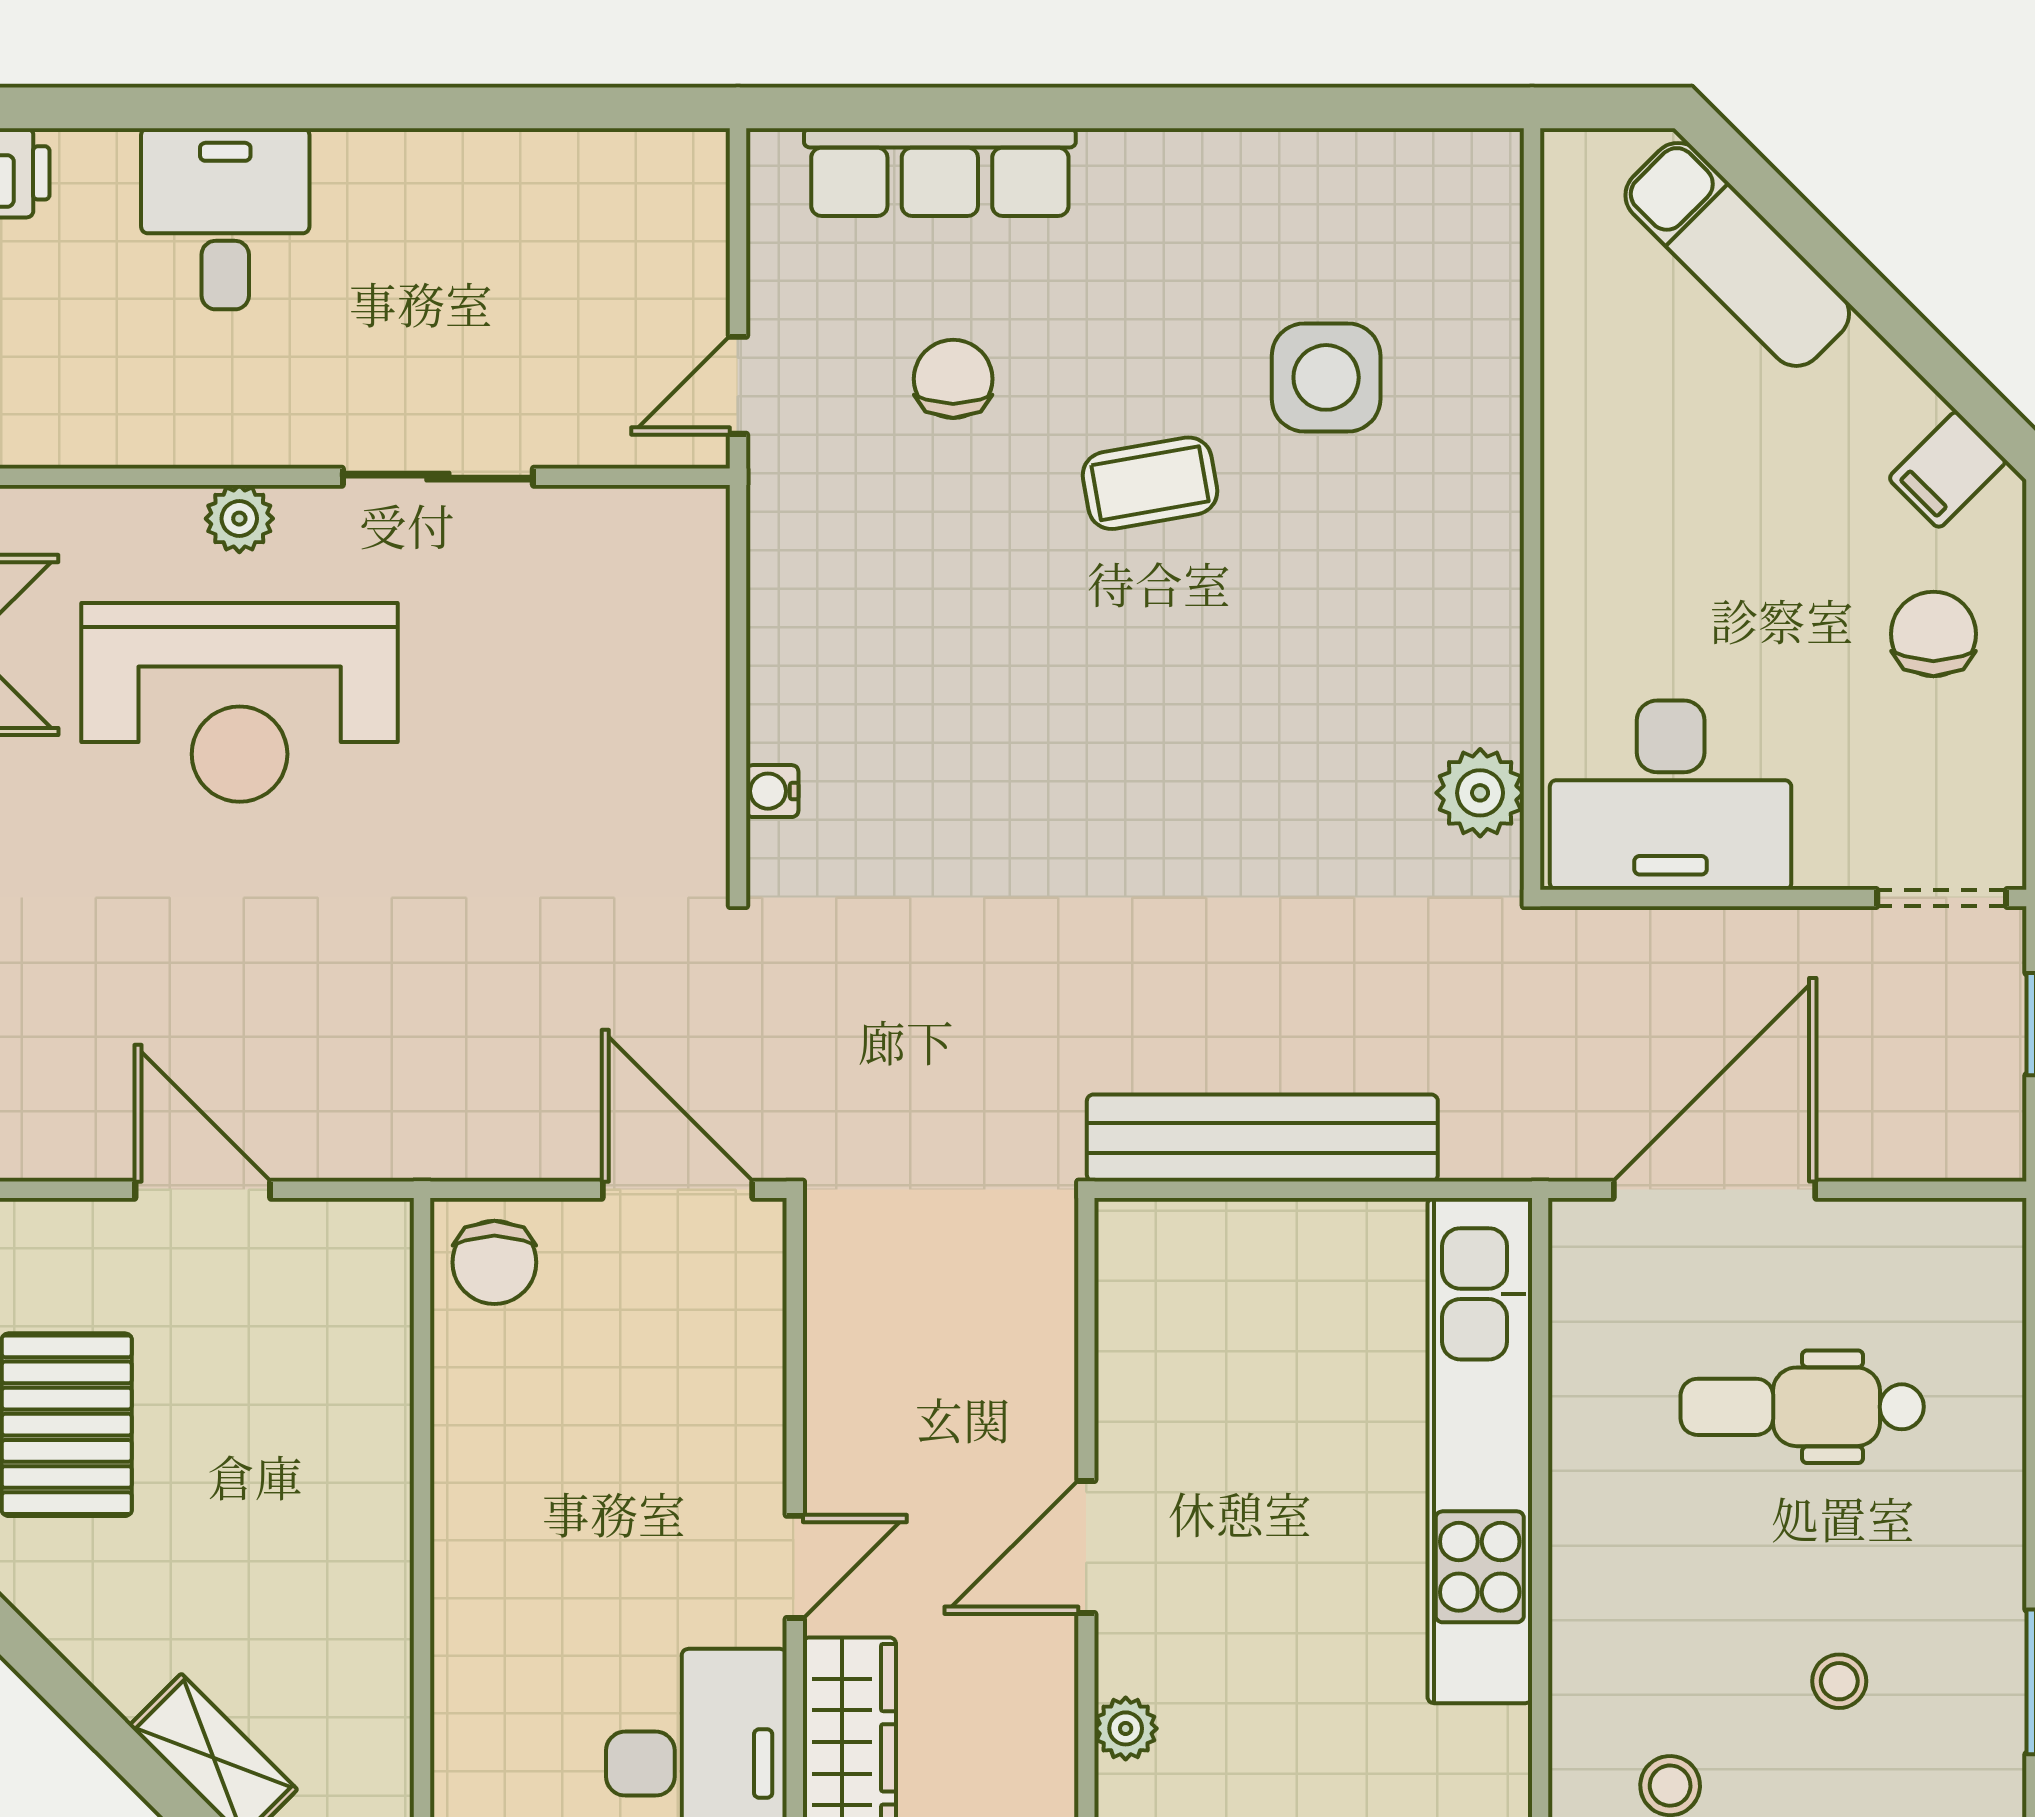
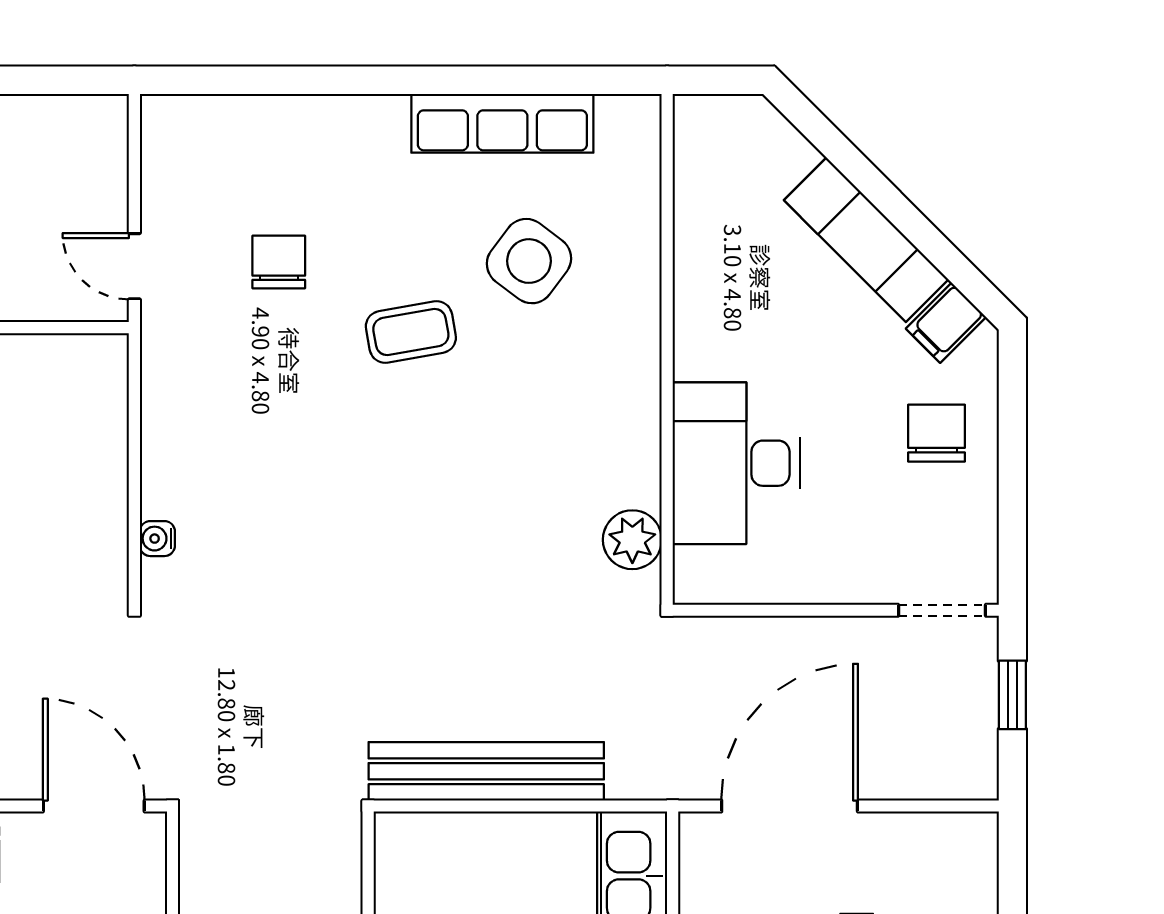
row of seats: (940, 172) -> (502, 123), moved
exam couch: (1737, 254) -> (866, 240), moved
side table: (1326, 377) -> (529, 261), turned 37
door: (738, 385) -> (134, 266), hinge flipped
desk: (1671, 795) -> (736, 463), moved, turned 90

